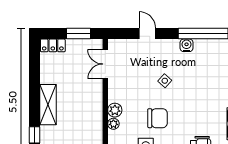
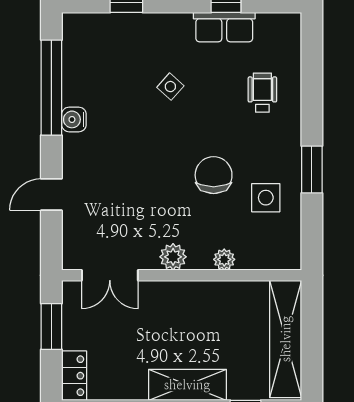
side table: (165, 81) -> (170, 87), moved
plant: (115, 110) -> (173, 257), moved

